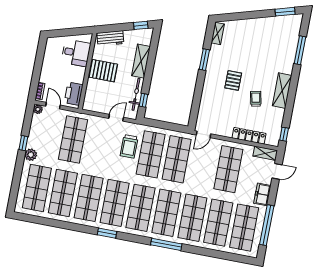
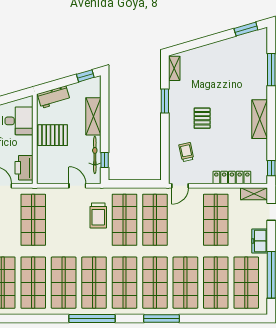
trolley: (256, 99) -> (186, 152), moved
door: (116, 118) -> (77, 186), hinge flipped
window: (107, 233) -> (92, 318), width x2.11

